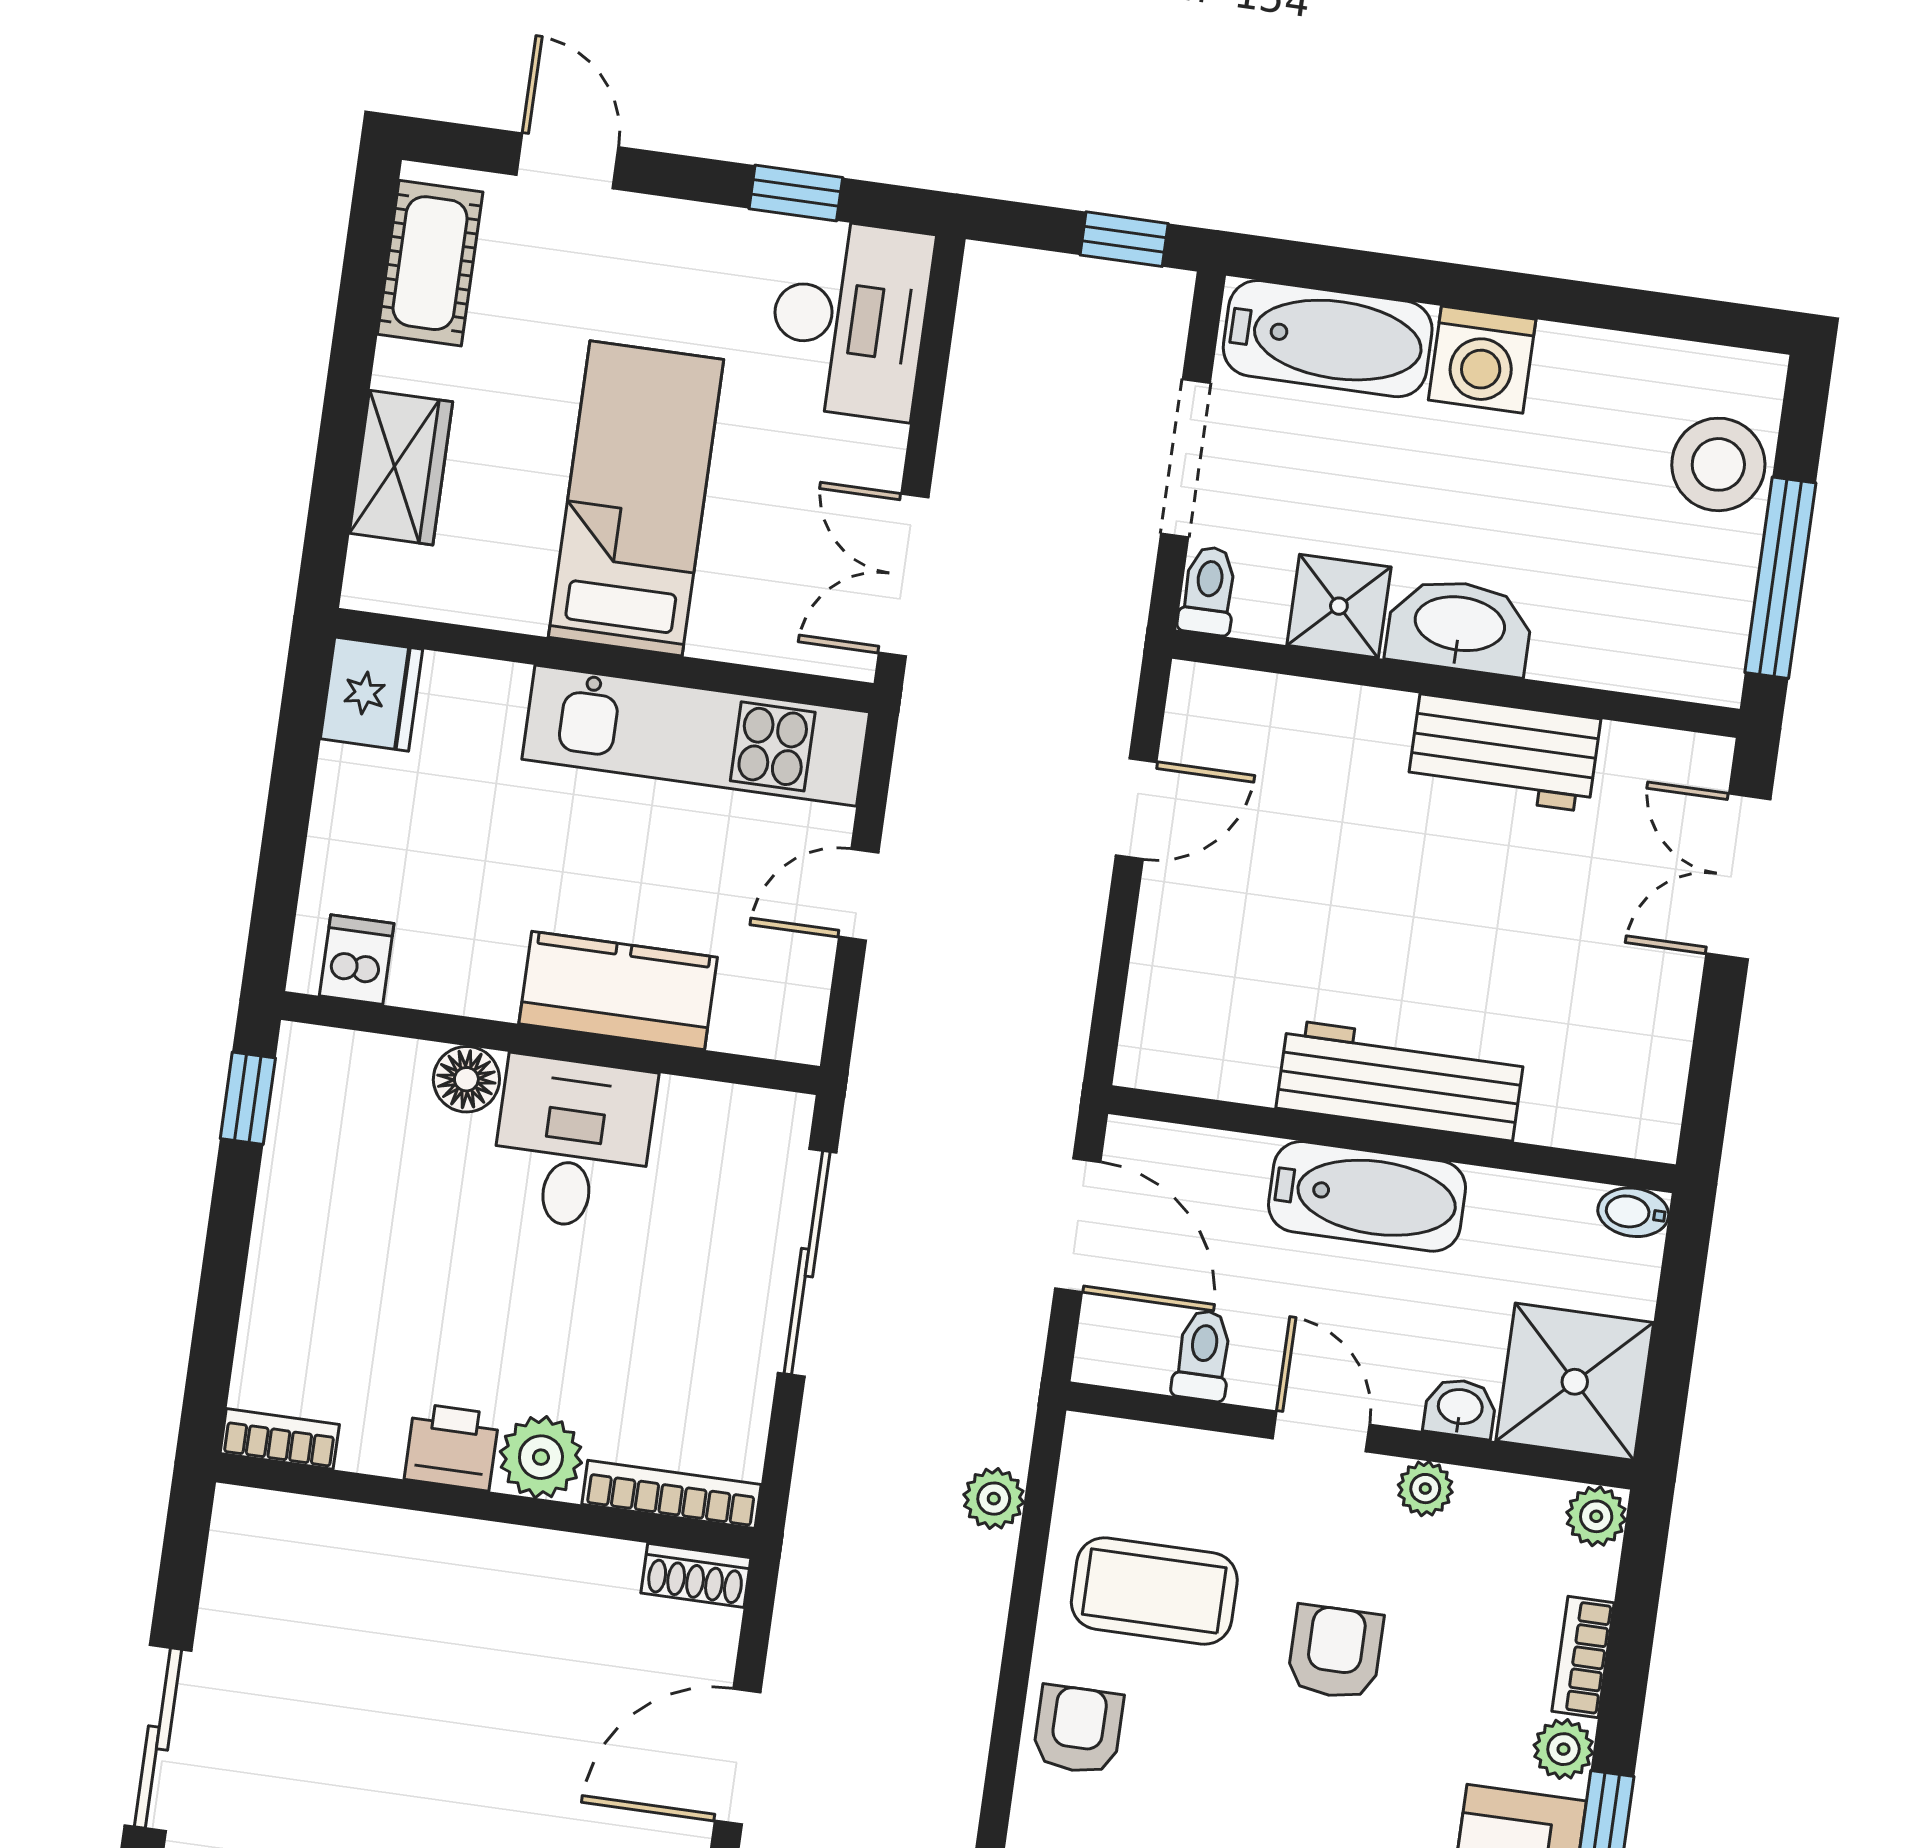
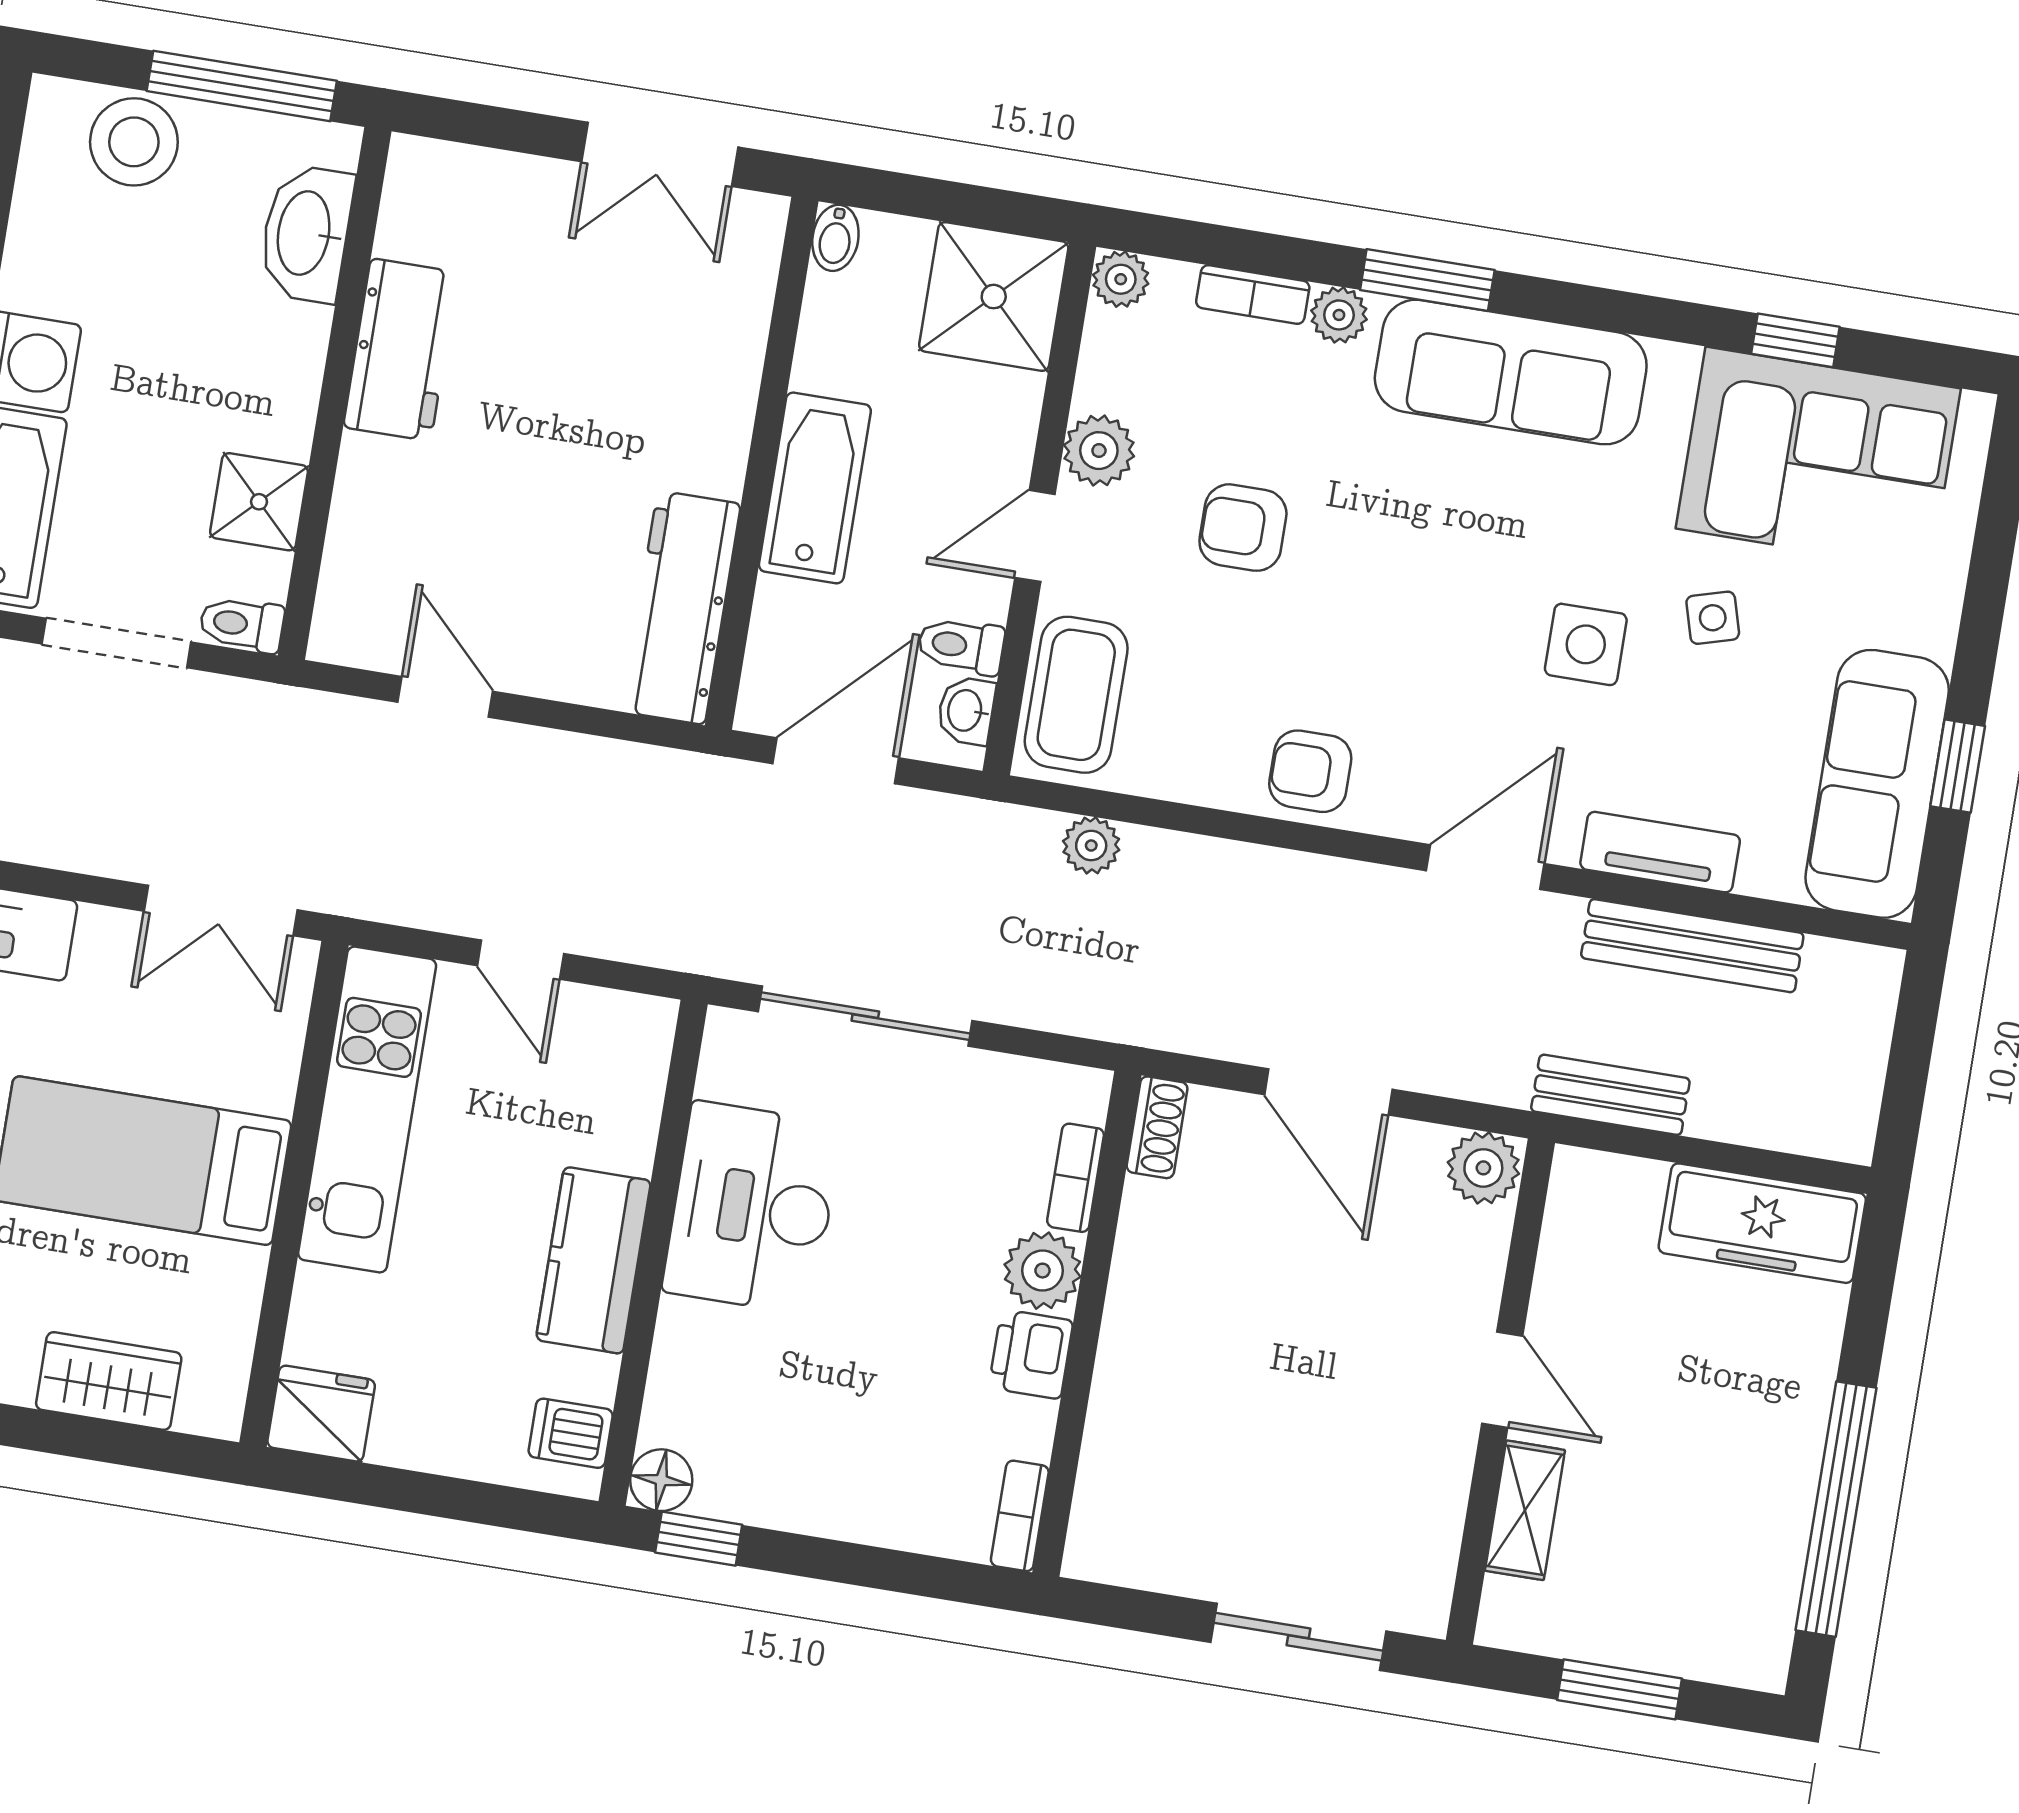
washbasin: (1459, 626) -> (306, 233), moved
double door: (1738, 876) -> (660, 154), moved
kitchen counter: (618, 991) -> (593, 1260), moved
floor lamp: (466, 1079) -> (661, 1480), moved
workbench: (1400, 1080) -> (681, 608), moved
desk: (573, 1143) -> (752, 1208), width x1.37
washbasin: (1460, 1408) -> (966, 711), moved
plant: (1425, 1489) -> (1099, 451), width x1.38, depth x1.38
bookcase: (671, 1494) -> (1076, 1178), width x0.64
coffee table: (1154, 1591) -> (1076, 695), moved

